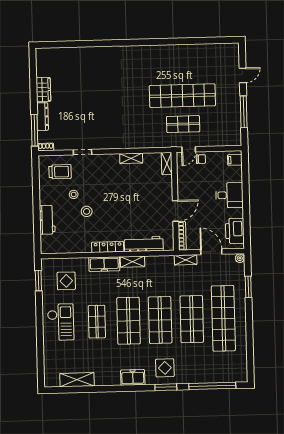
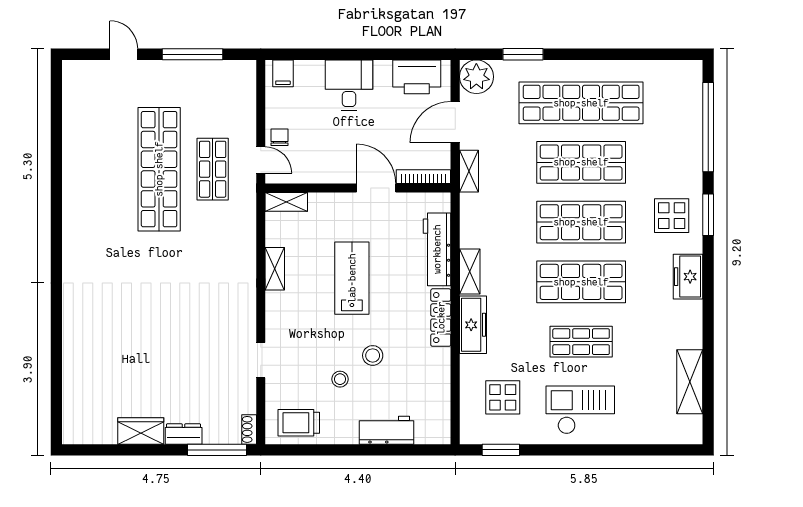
dresser: (42, 117) -> (184, 434), width x0.70
trolley: (60, 172) -> (299, 423), moved, turned -90
lab bench: (127, 199) -> (352, 278), added
plant: (240, 258) -> (476, 77), width x1.88, depth x1.88

